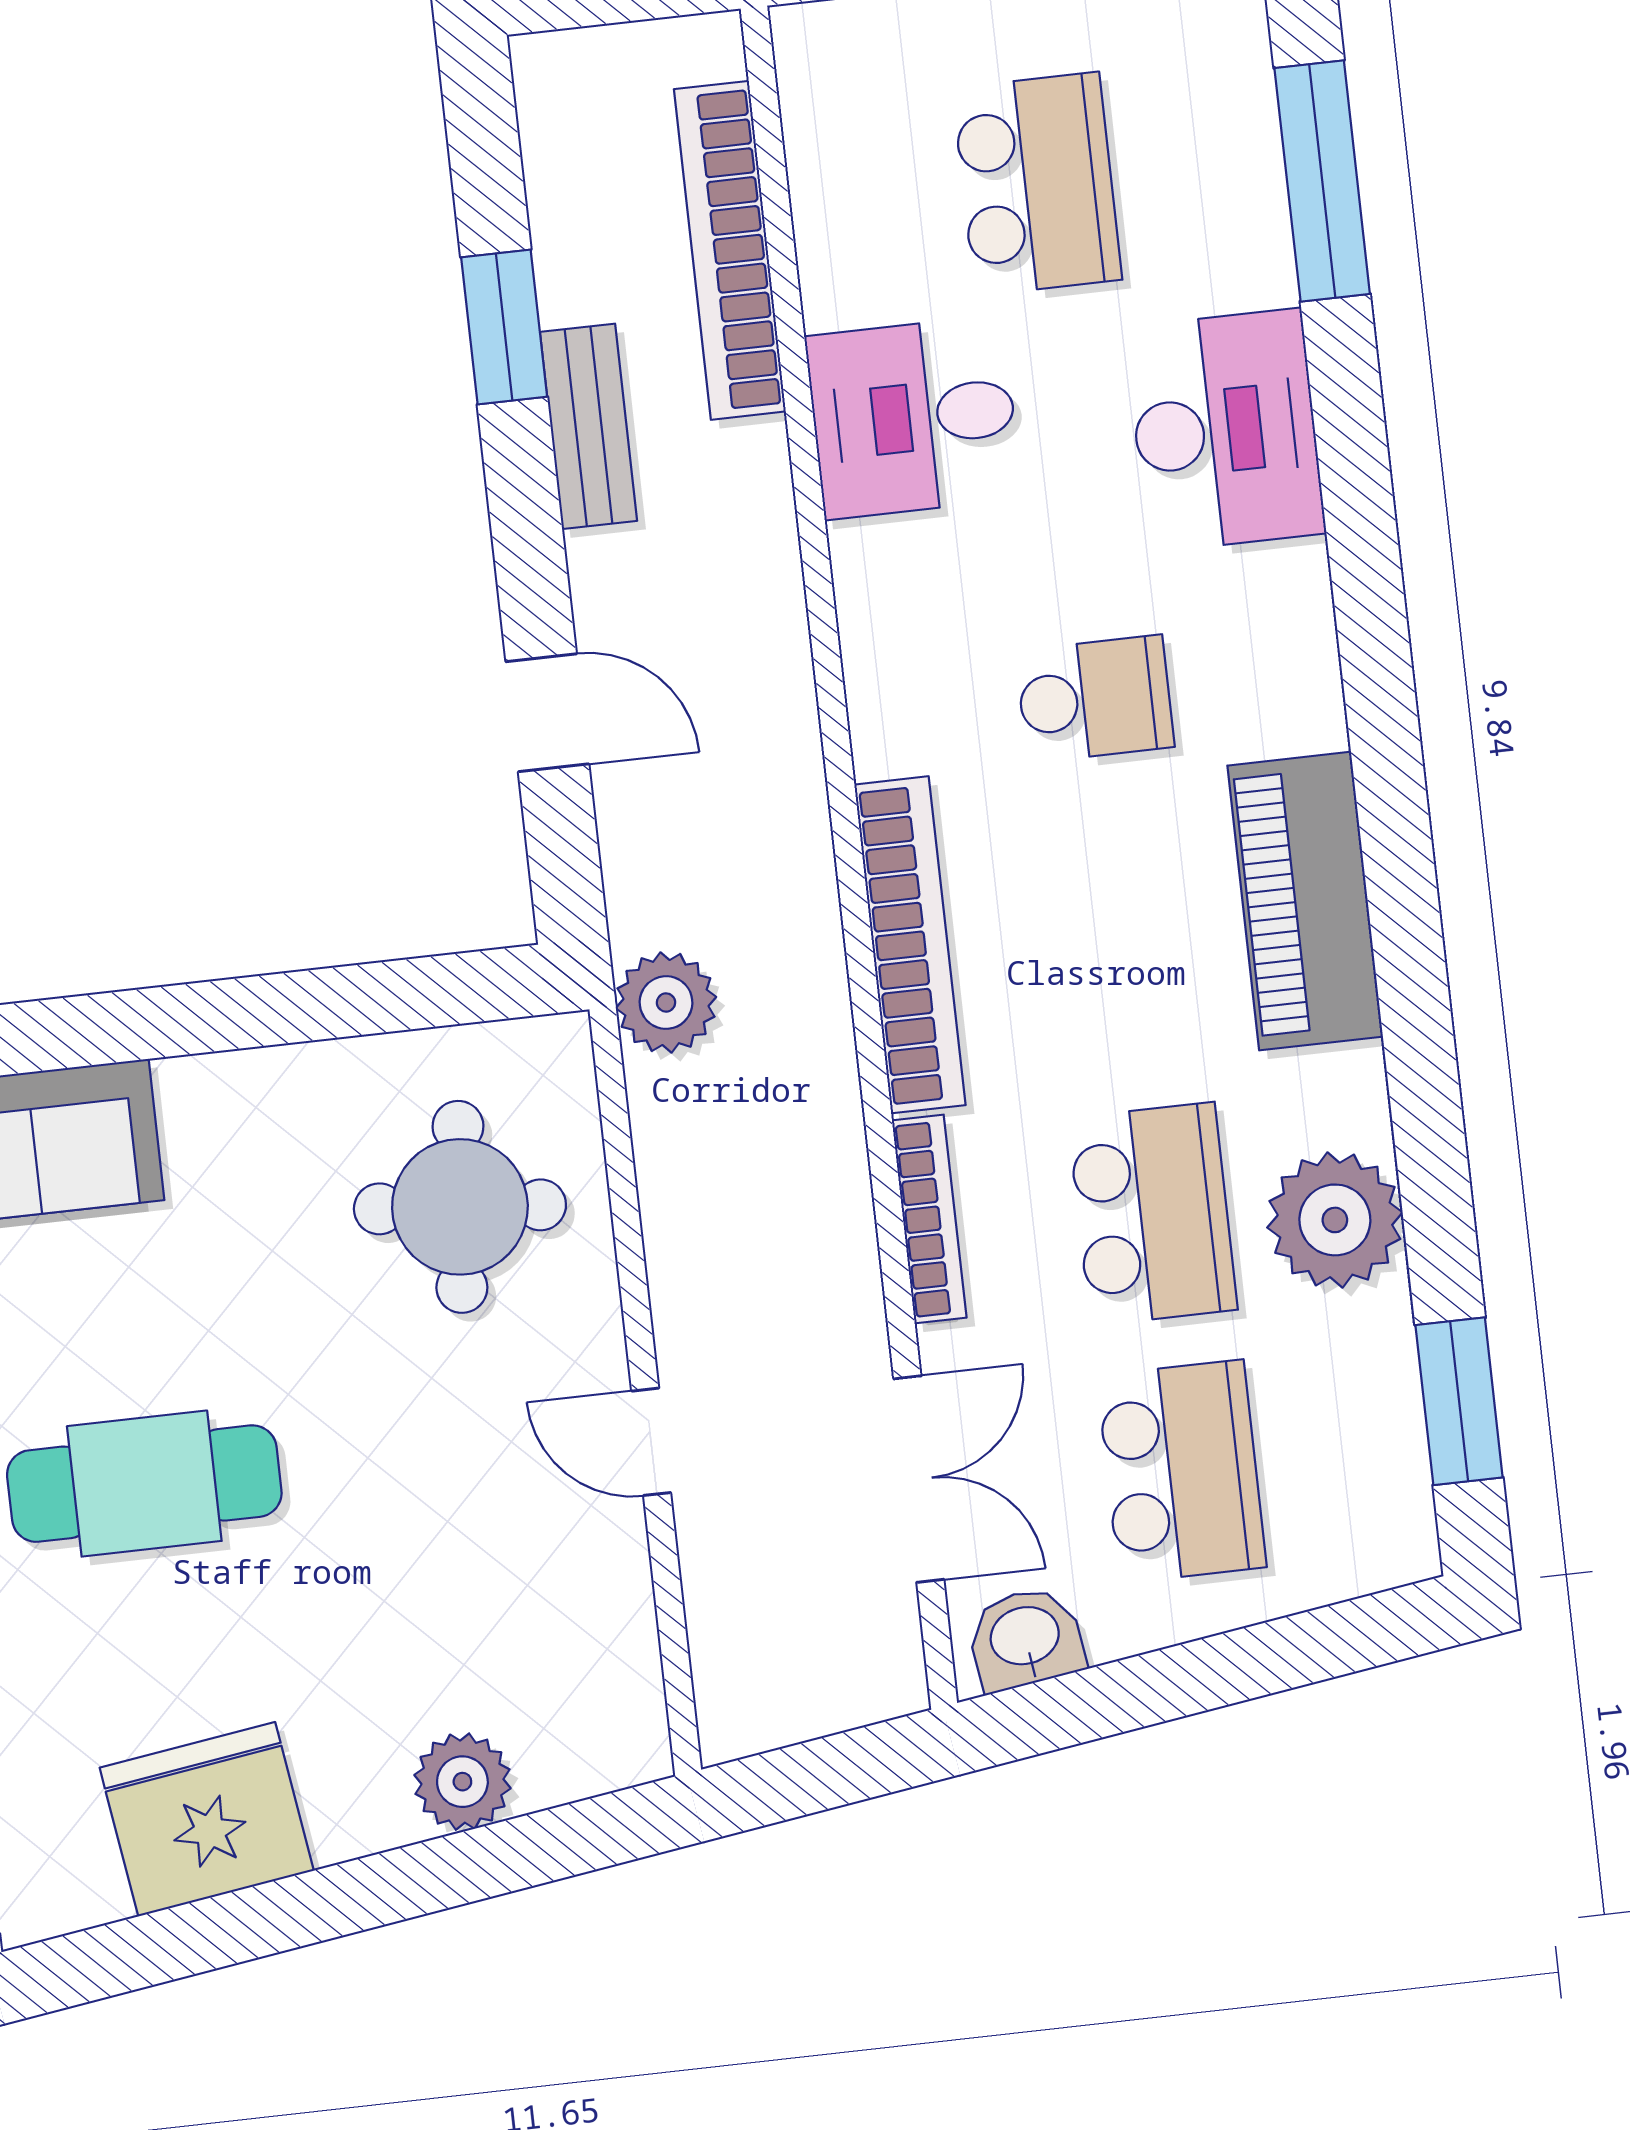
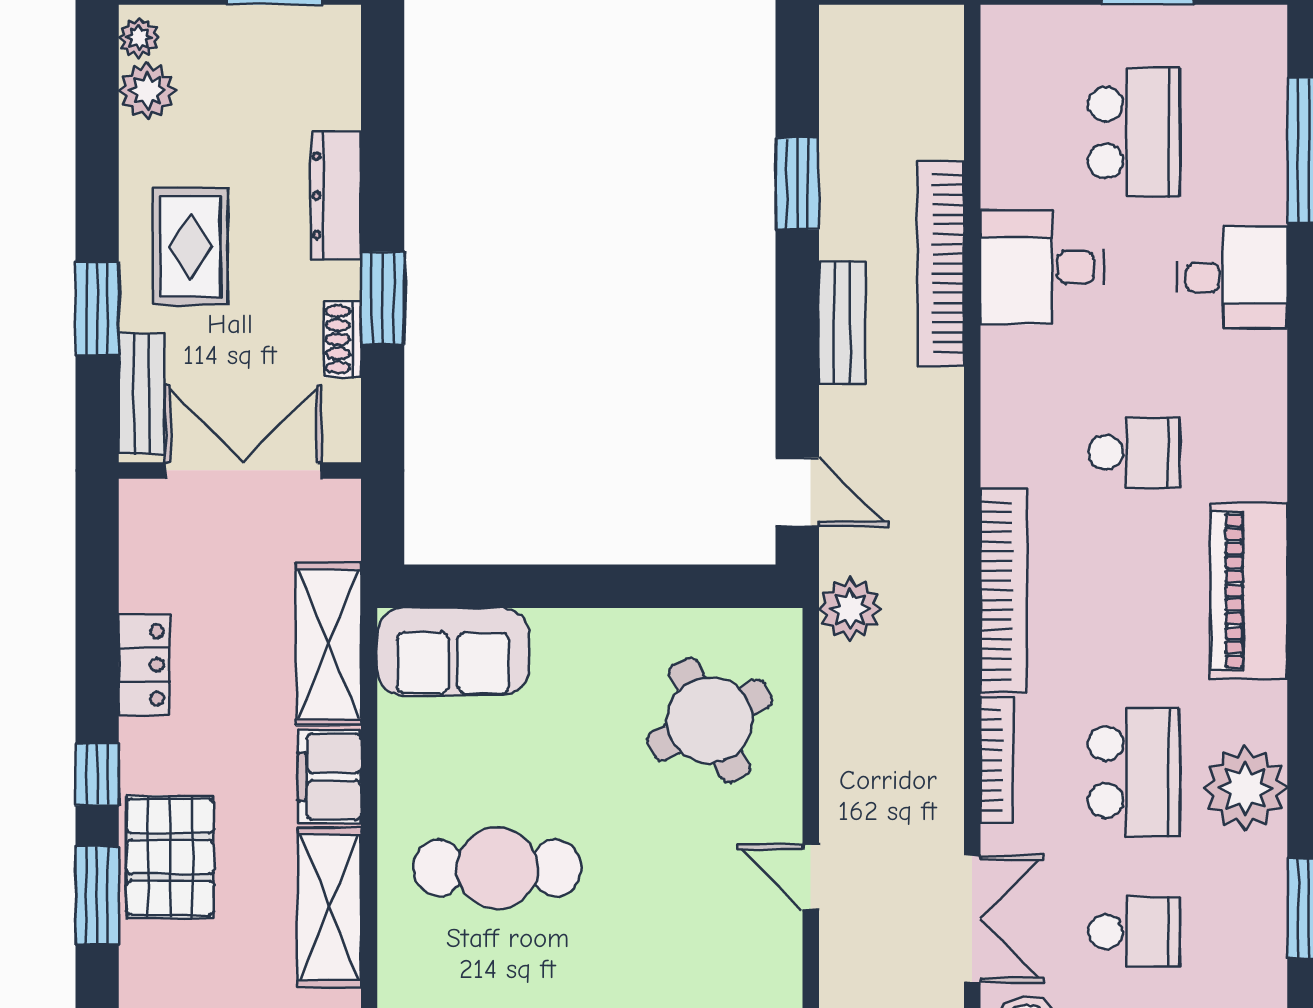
bookcase: (730, 250) -> (941, 264), moved
bench: (589, 426) -> (842, 322), moved
desk: (1225, 430) -> (1232, 278), width x0.73
door: (547, 713) -> (797, 492), moved
round table: (460, 1207) -> (710, 720), turned -32
school desk: (1181, 1471) -> (1134, 932), width x0.54

